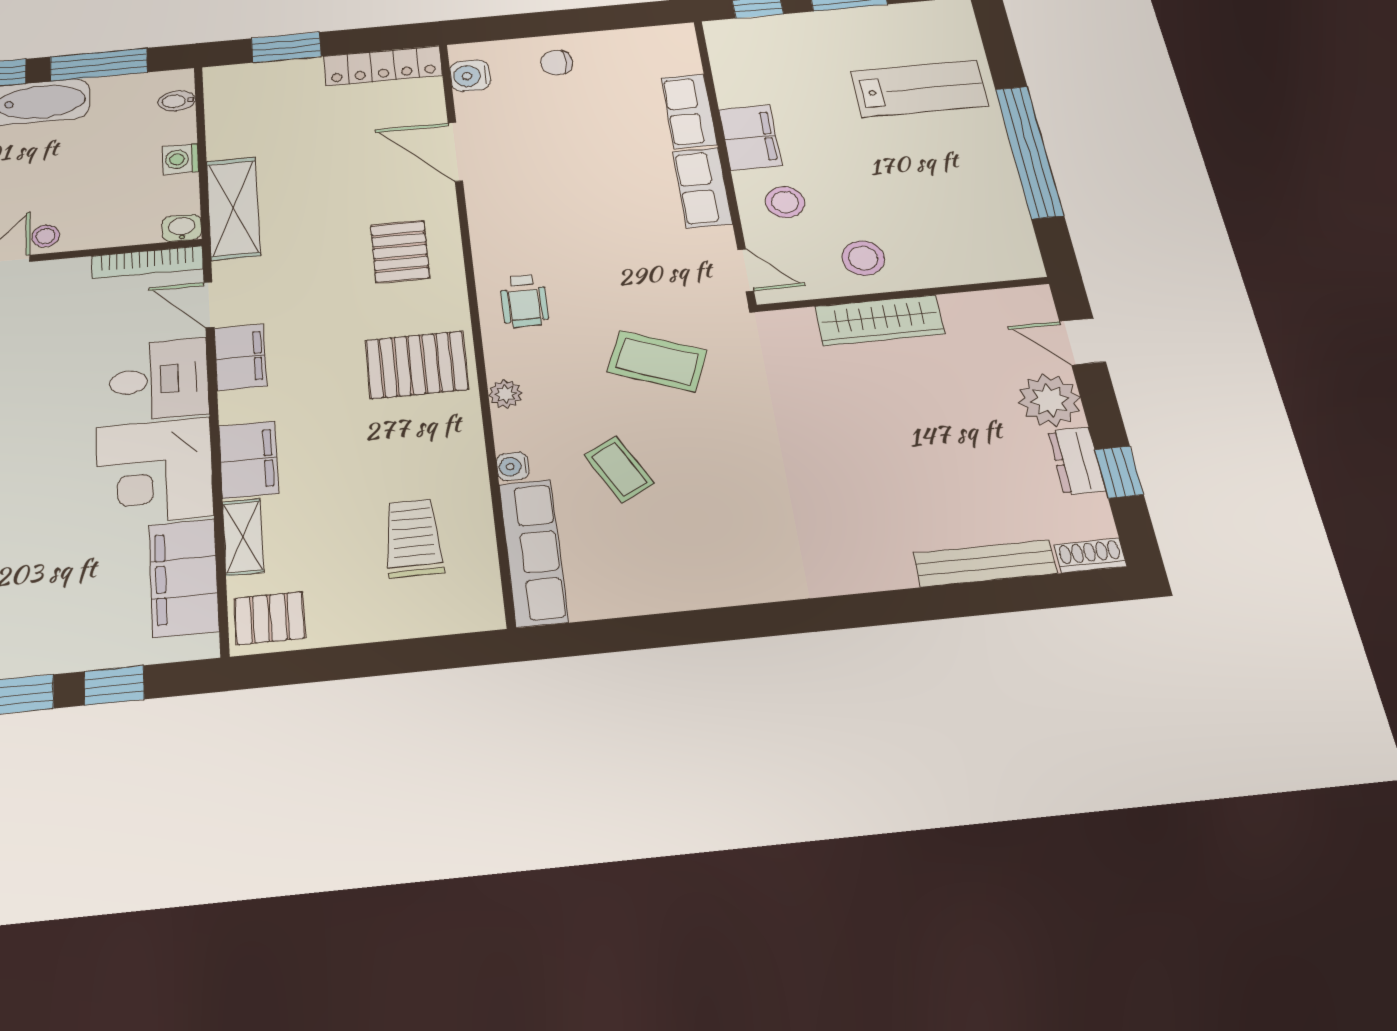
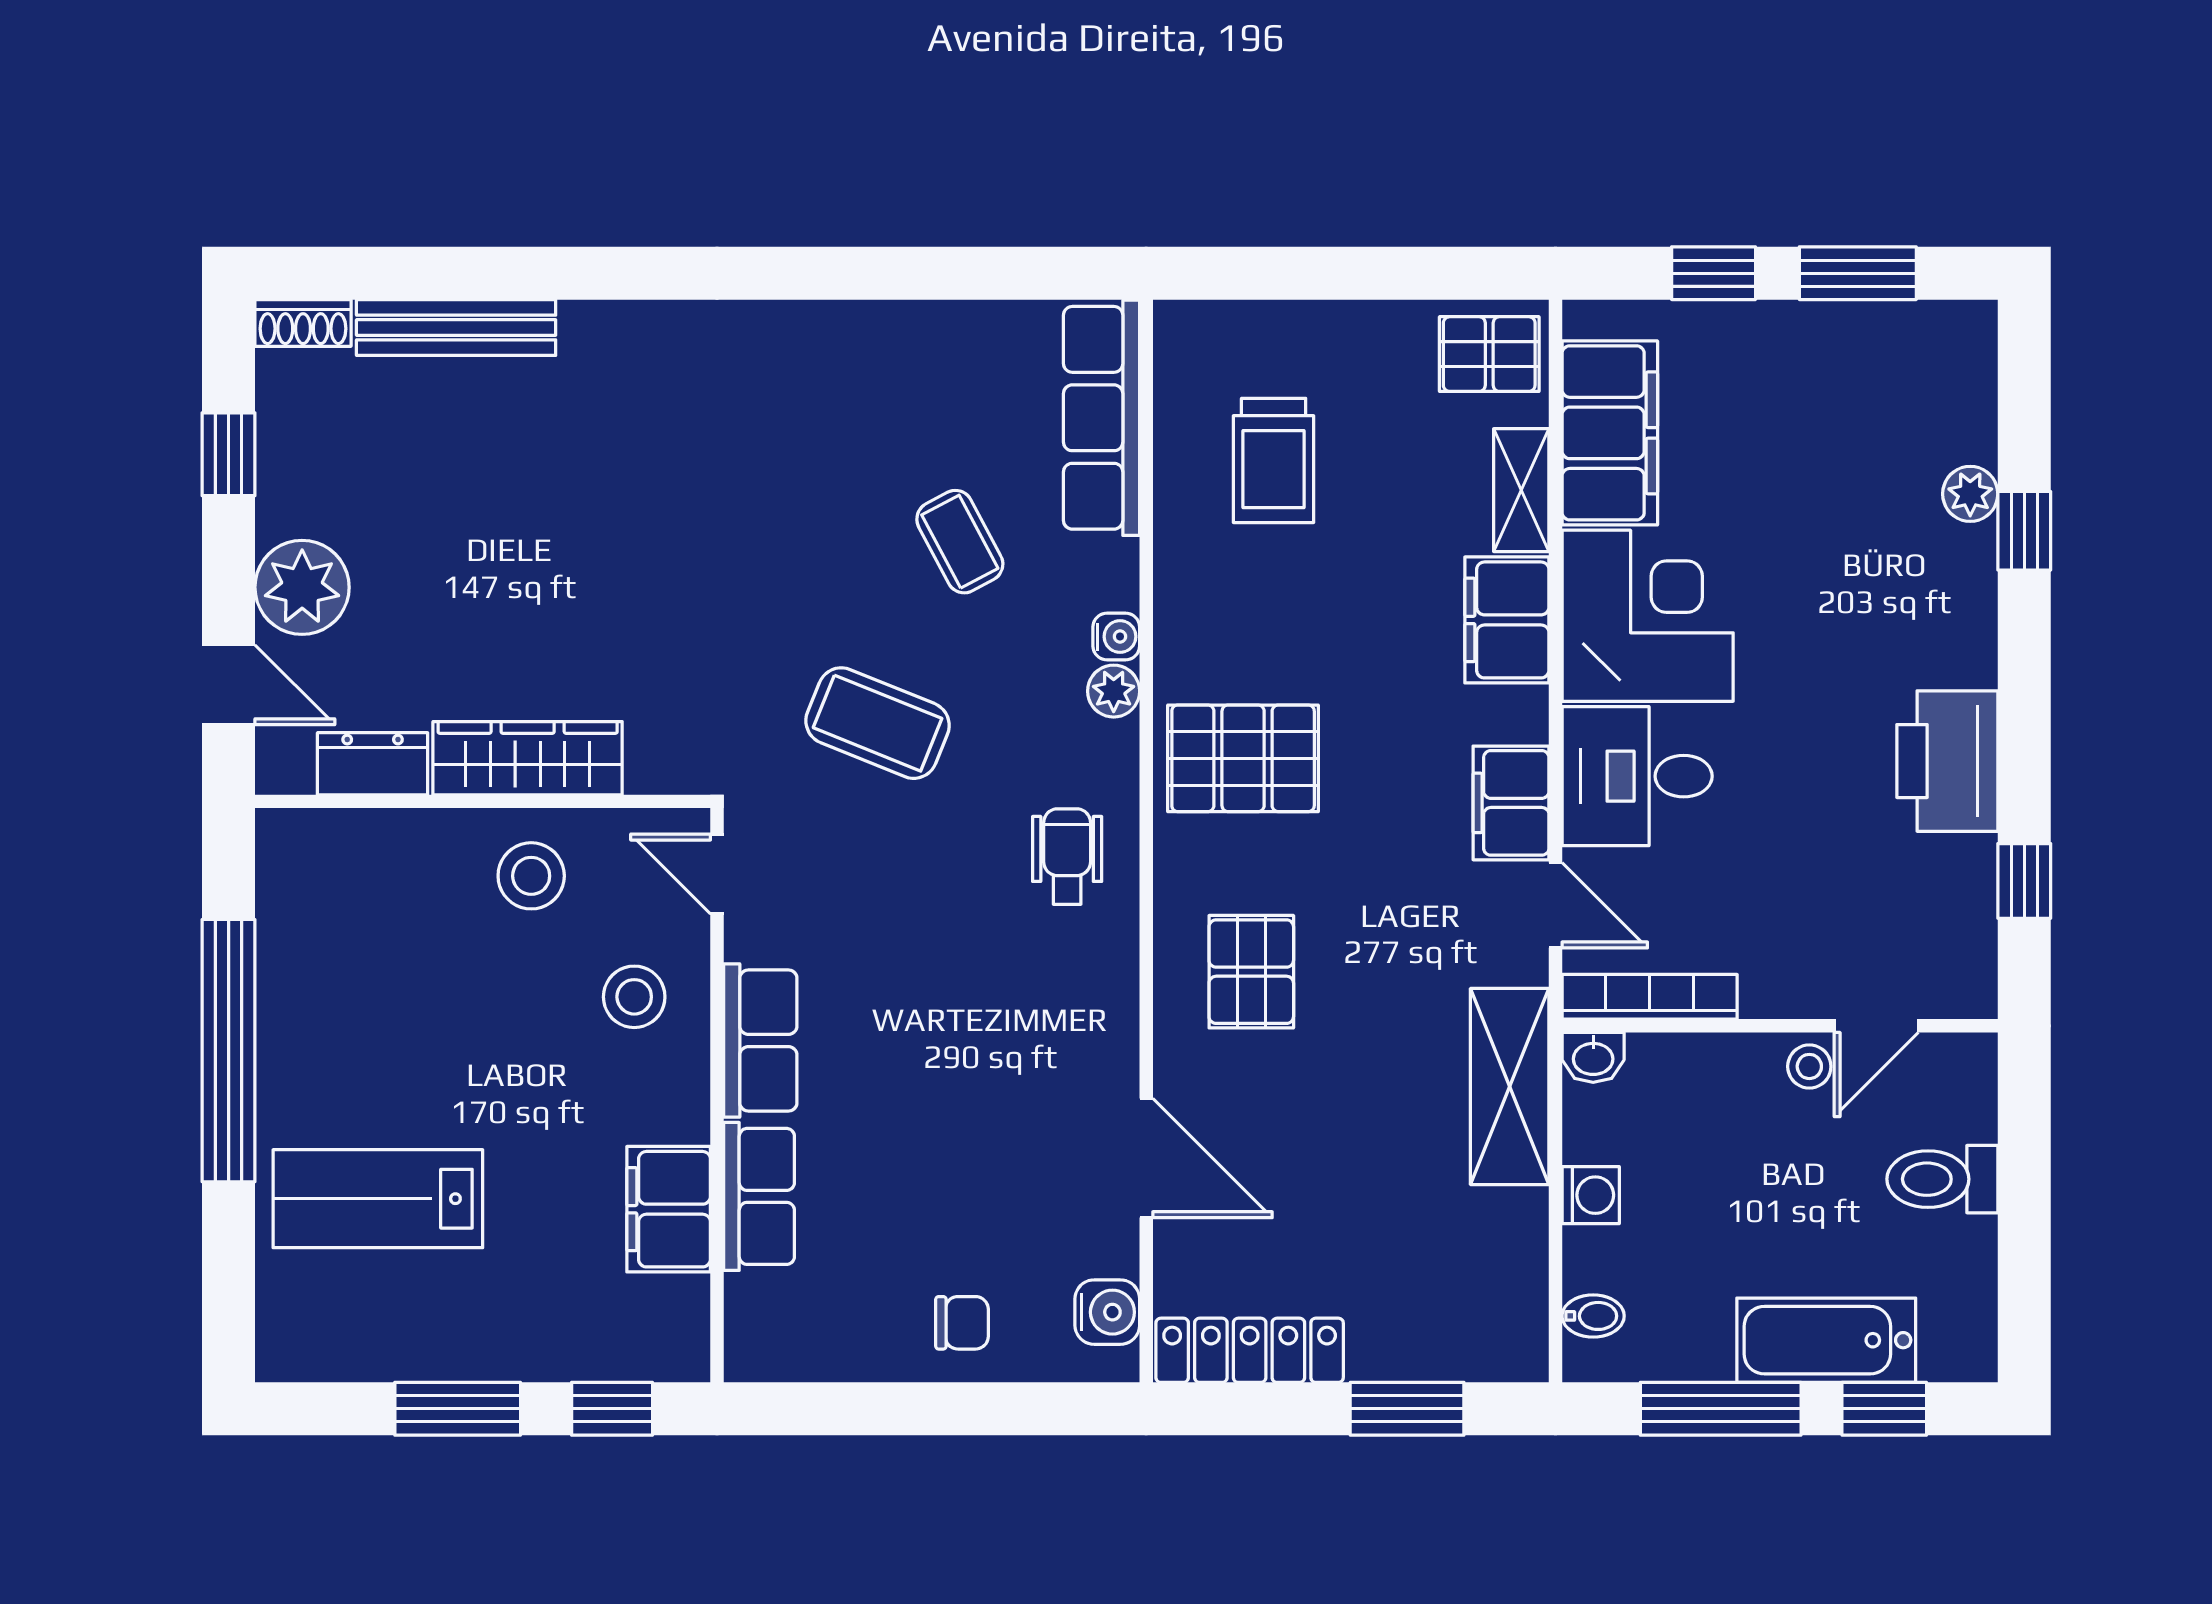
filing cabinet: (750, 137) -> (669, 1209), moved
dresser: (1077, 461) -> (373, 764), moved, turned -90
water cooler: (513, 466) -> (1116, 637), moved

